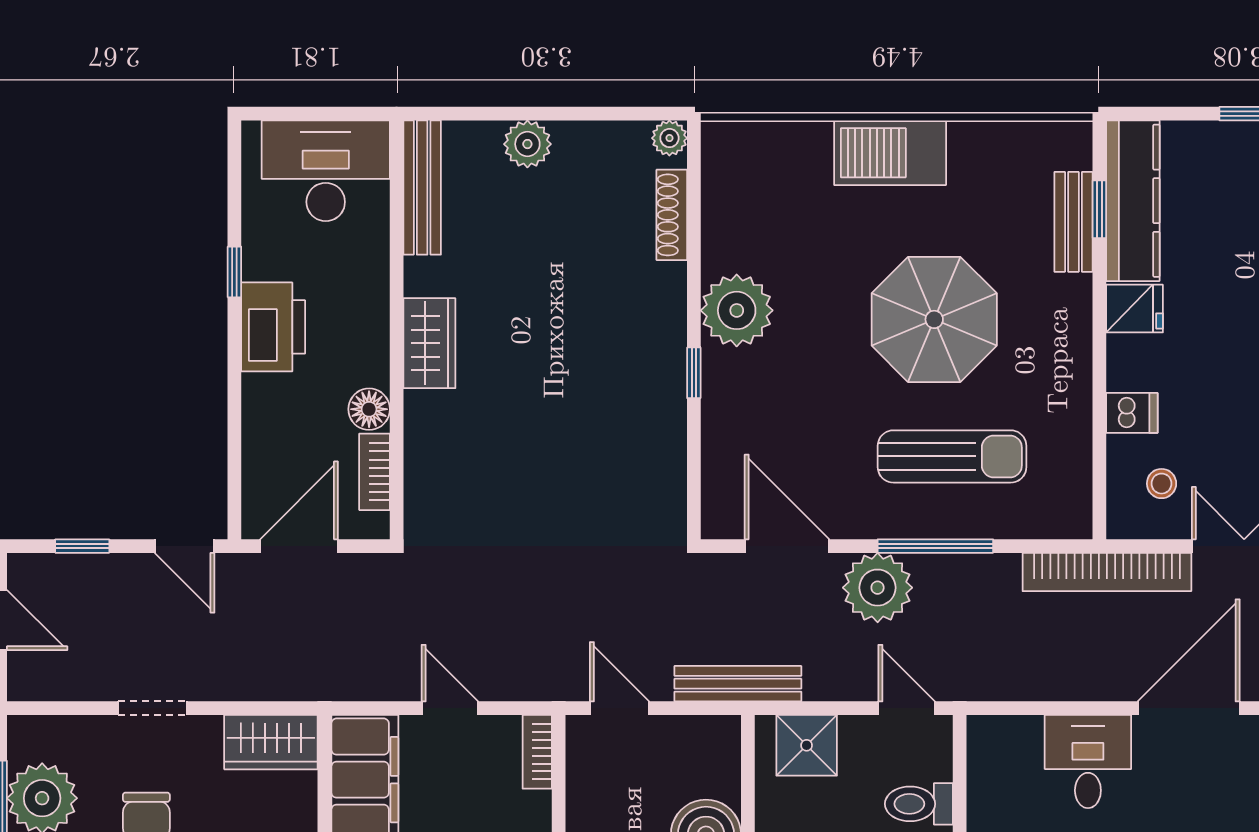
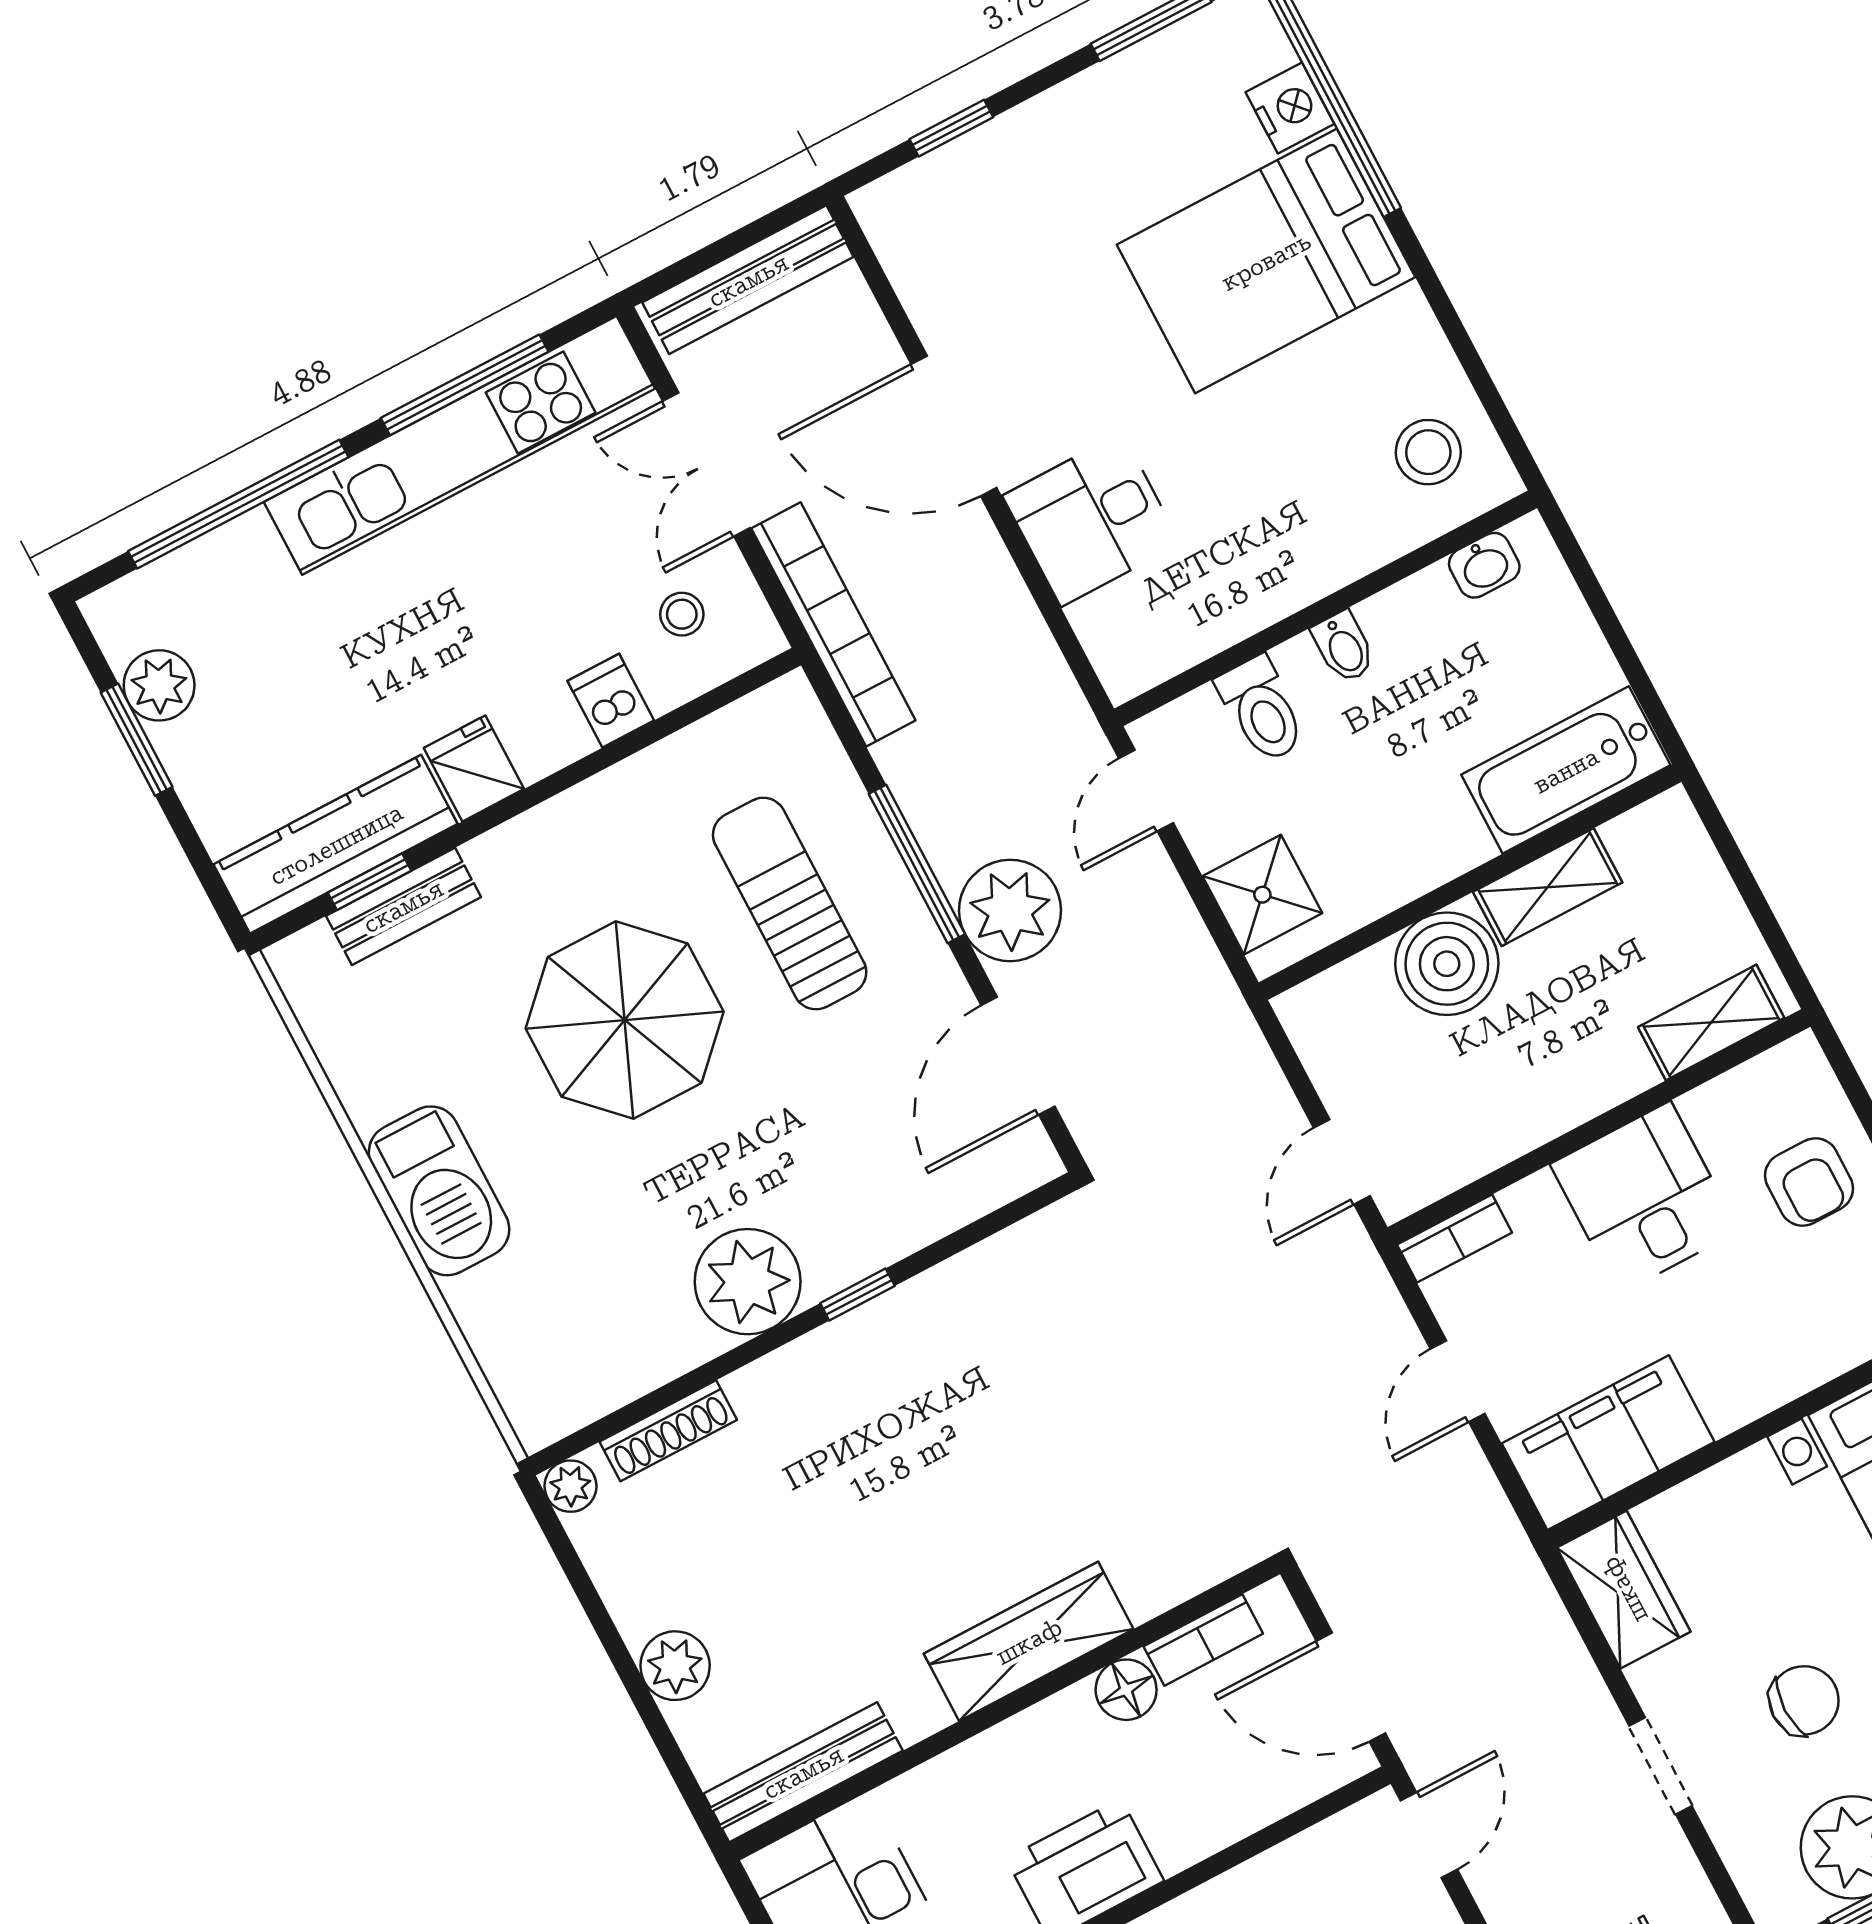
wardrobe: (429, 343) -> (1029, 1641), width x1.50
bench: (738, 684) -> (1230, 1026), removed

